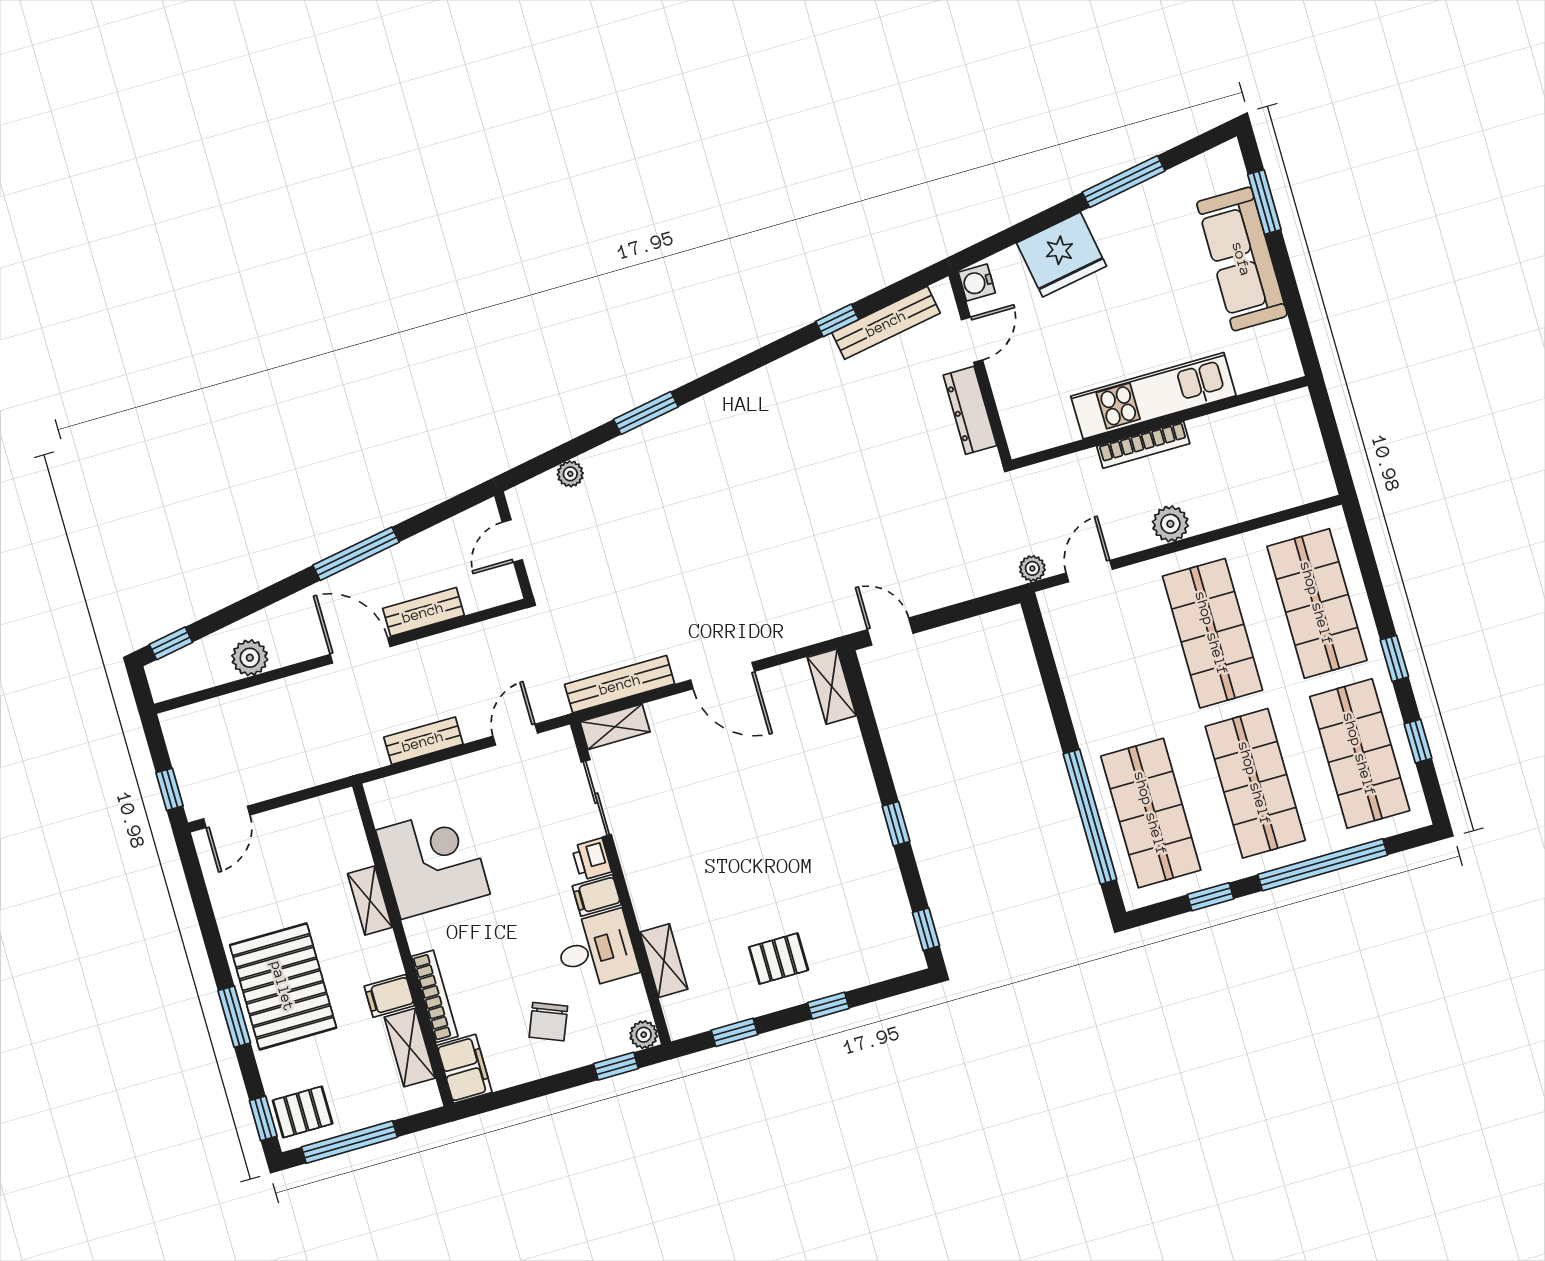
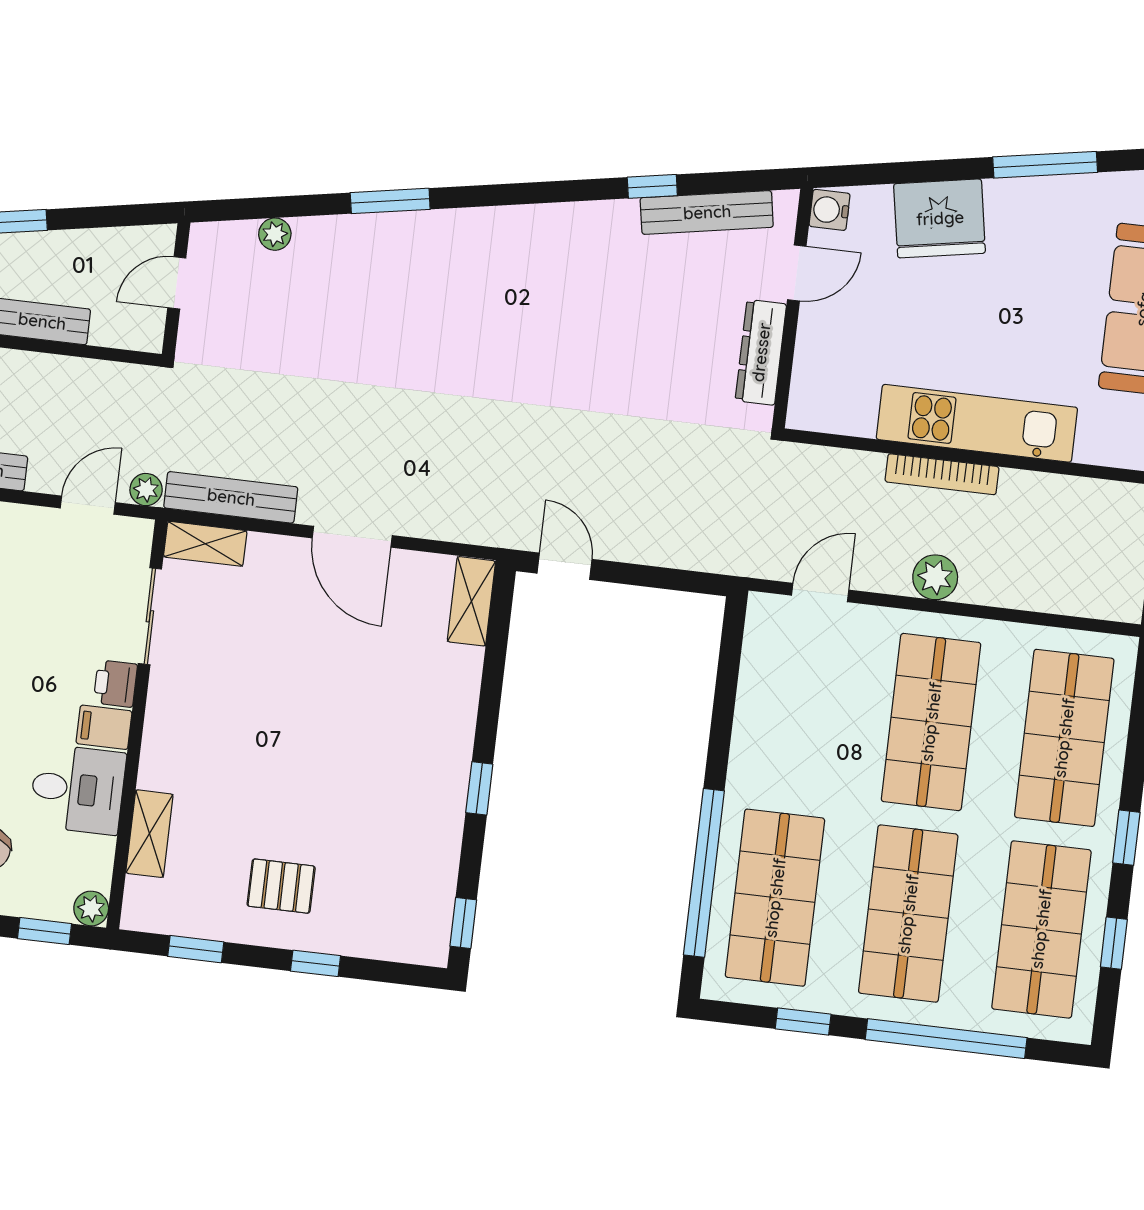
plant: (1032, 568) -> (146, 490), moved

